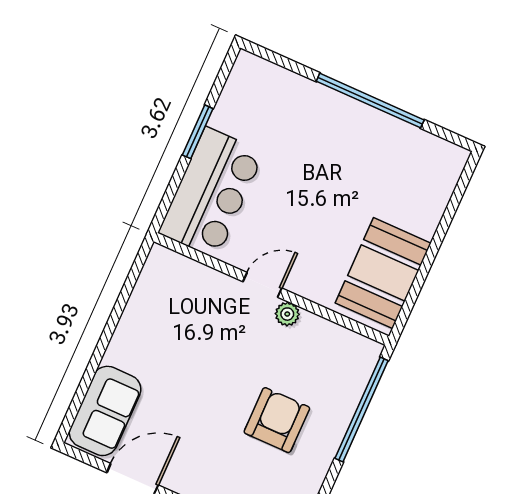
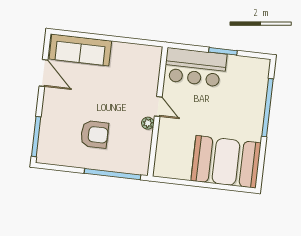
window: (370, 101) -> (267, 108), moved
booth: (383, 273) -> (226, 162), moved, width x1.36, depth x1.42
sofa: (105, 411) -> (80, 50), width x1.36

